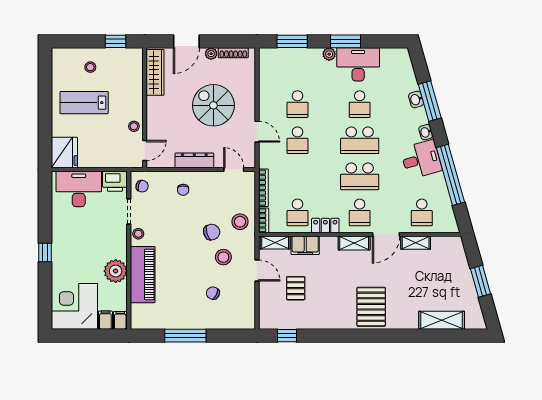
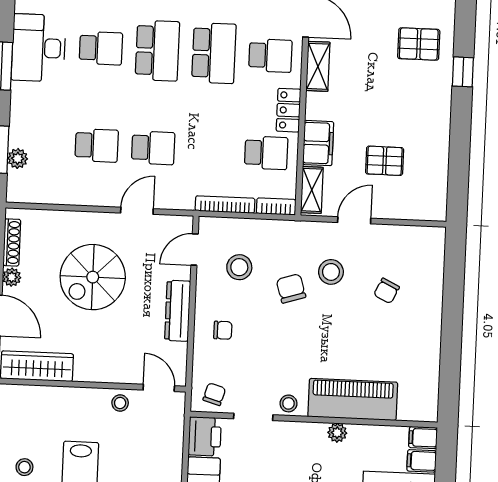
plant: (329, 54) -> (18, 158), moved
stool: (240, 222) -> (239, 267), moved
plant: (116, 271) -> (337, 433), width x0.53, depth x0.53
pallet: (371, 307) -> (419, 44), width x0.67, depth x0.71
window: (185, 336) -> (451, 337), removed
window: (287, 336) -> (463, 72), moved

